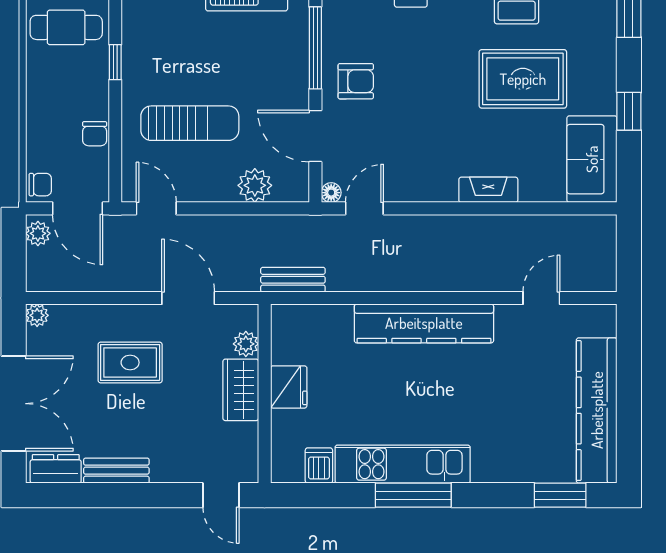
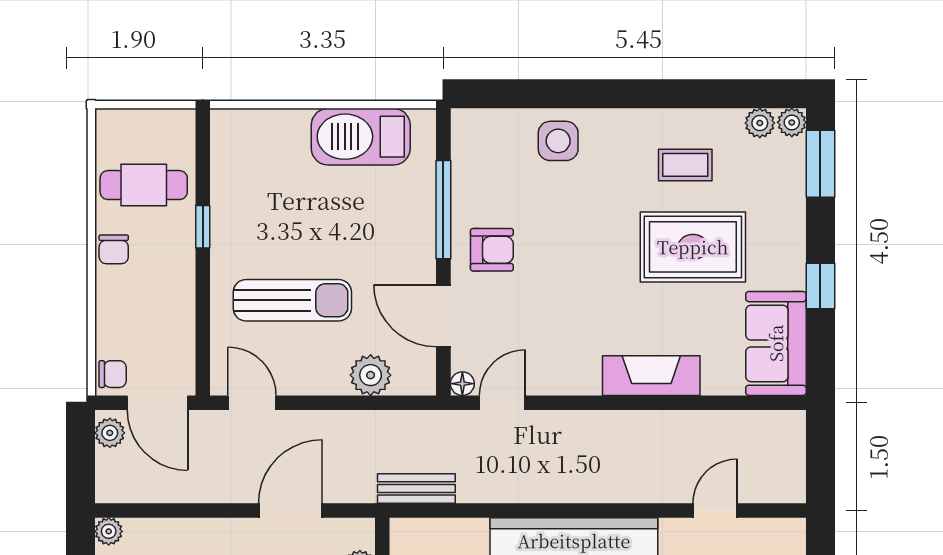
chair: (95, 134) -> (114, 249), moved
fireplace: (488, 190) -> (651, 376), width x1.37, depth x1.32
door: (188, 298) -> (290, 510), hinge flipped

